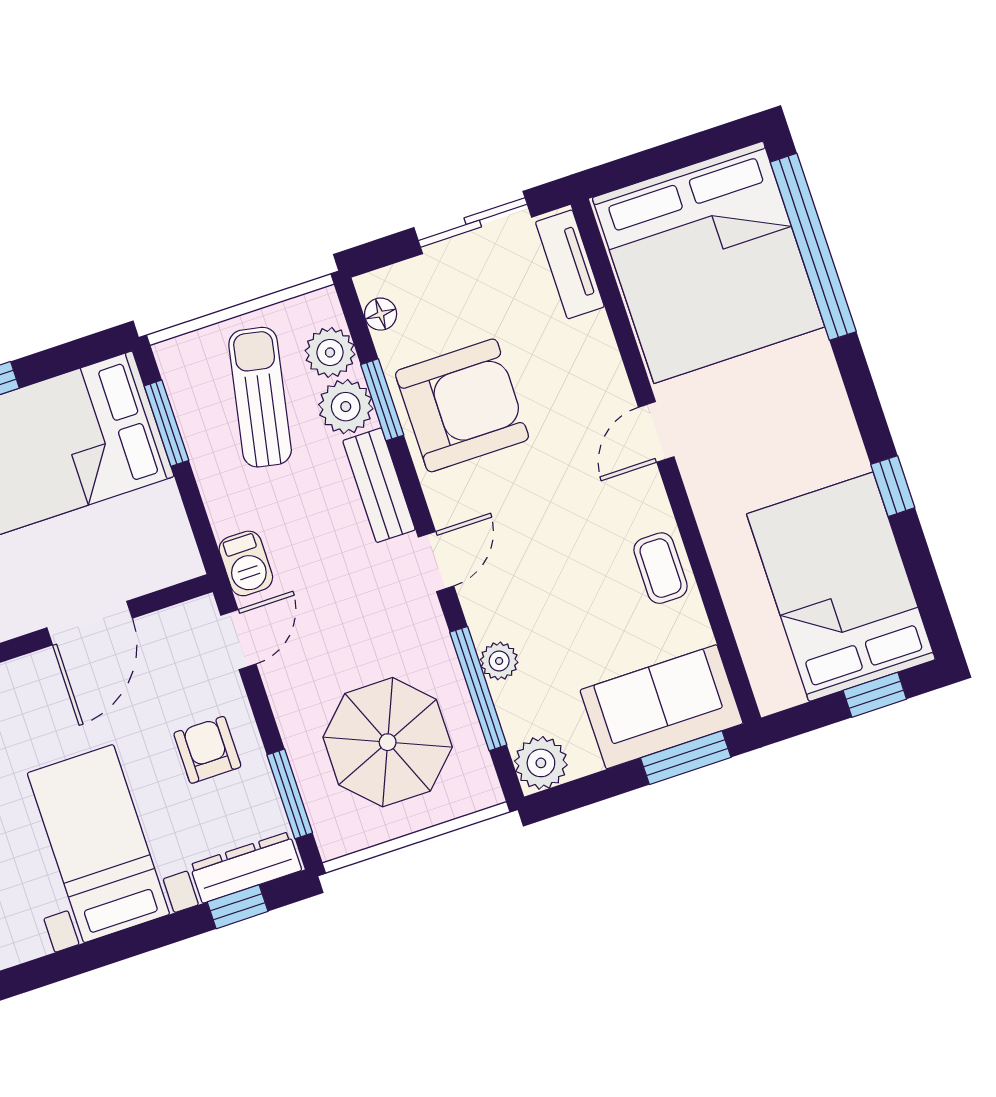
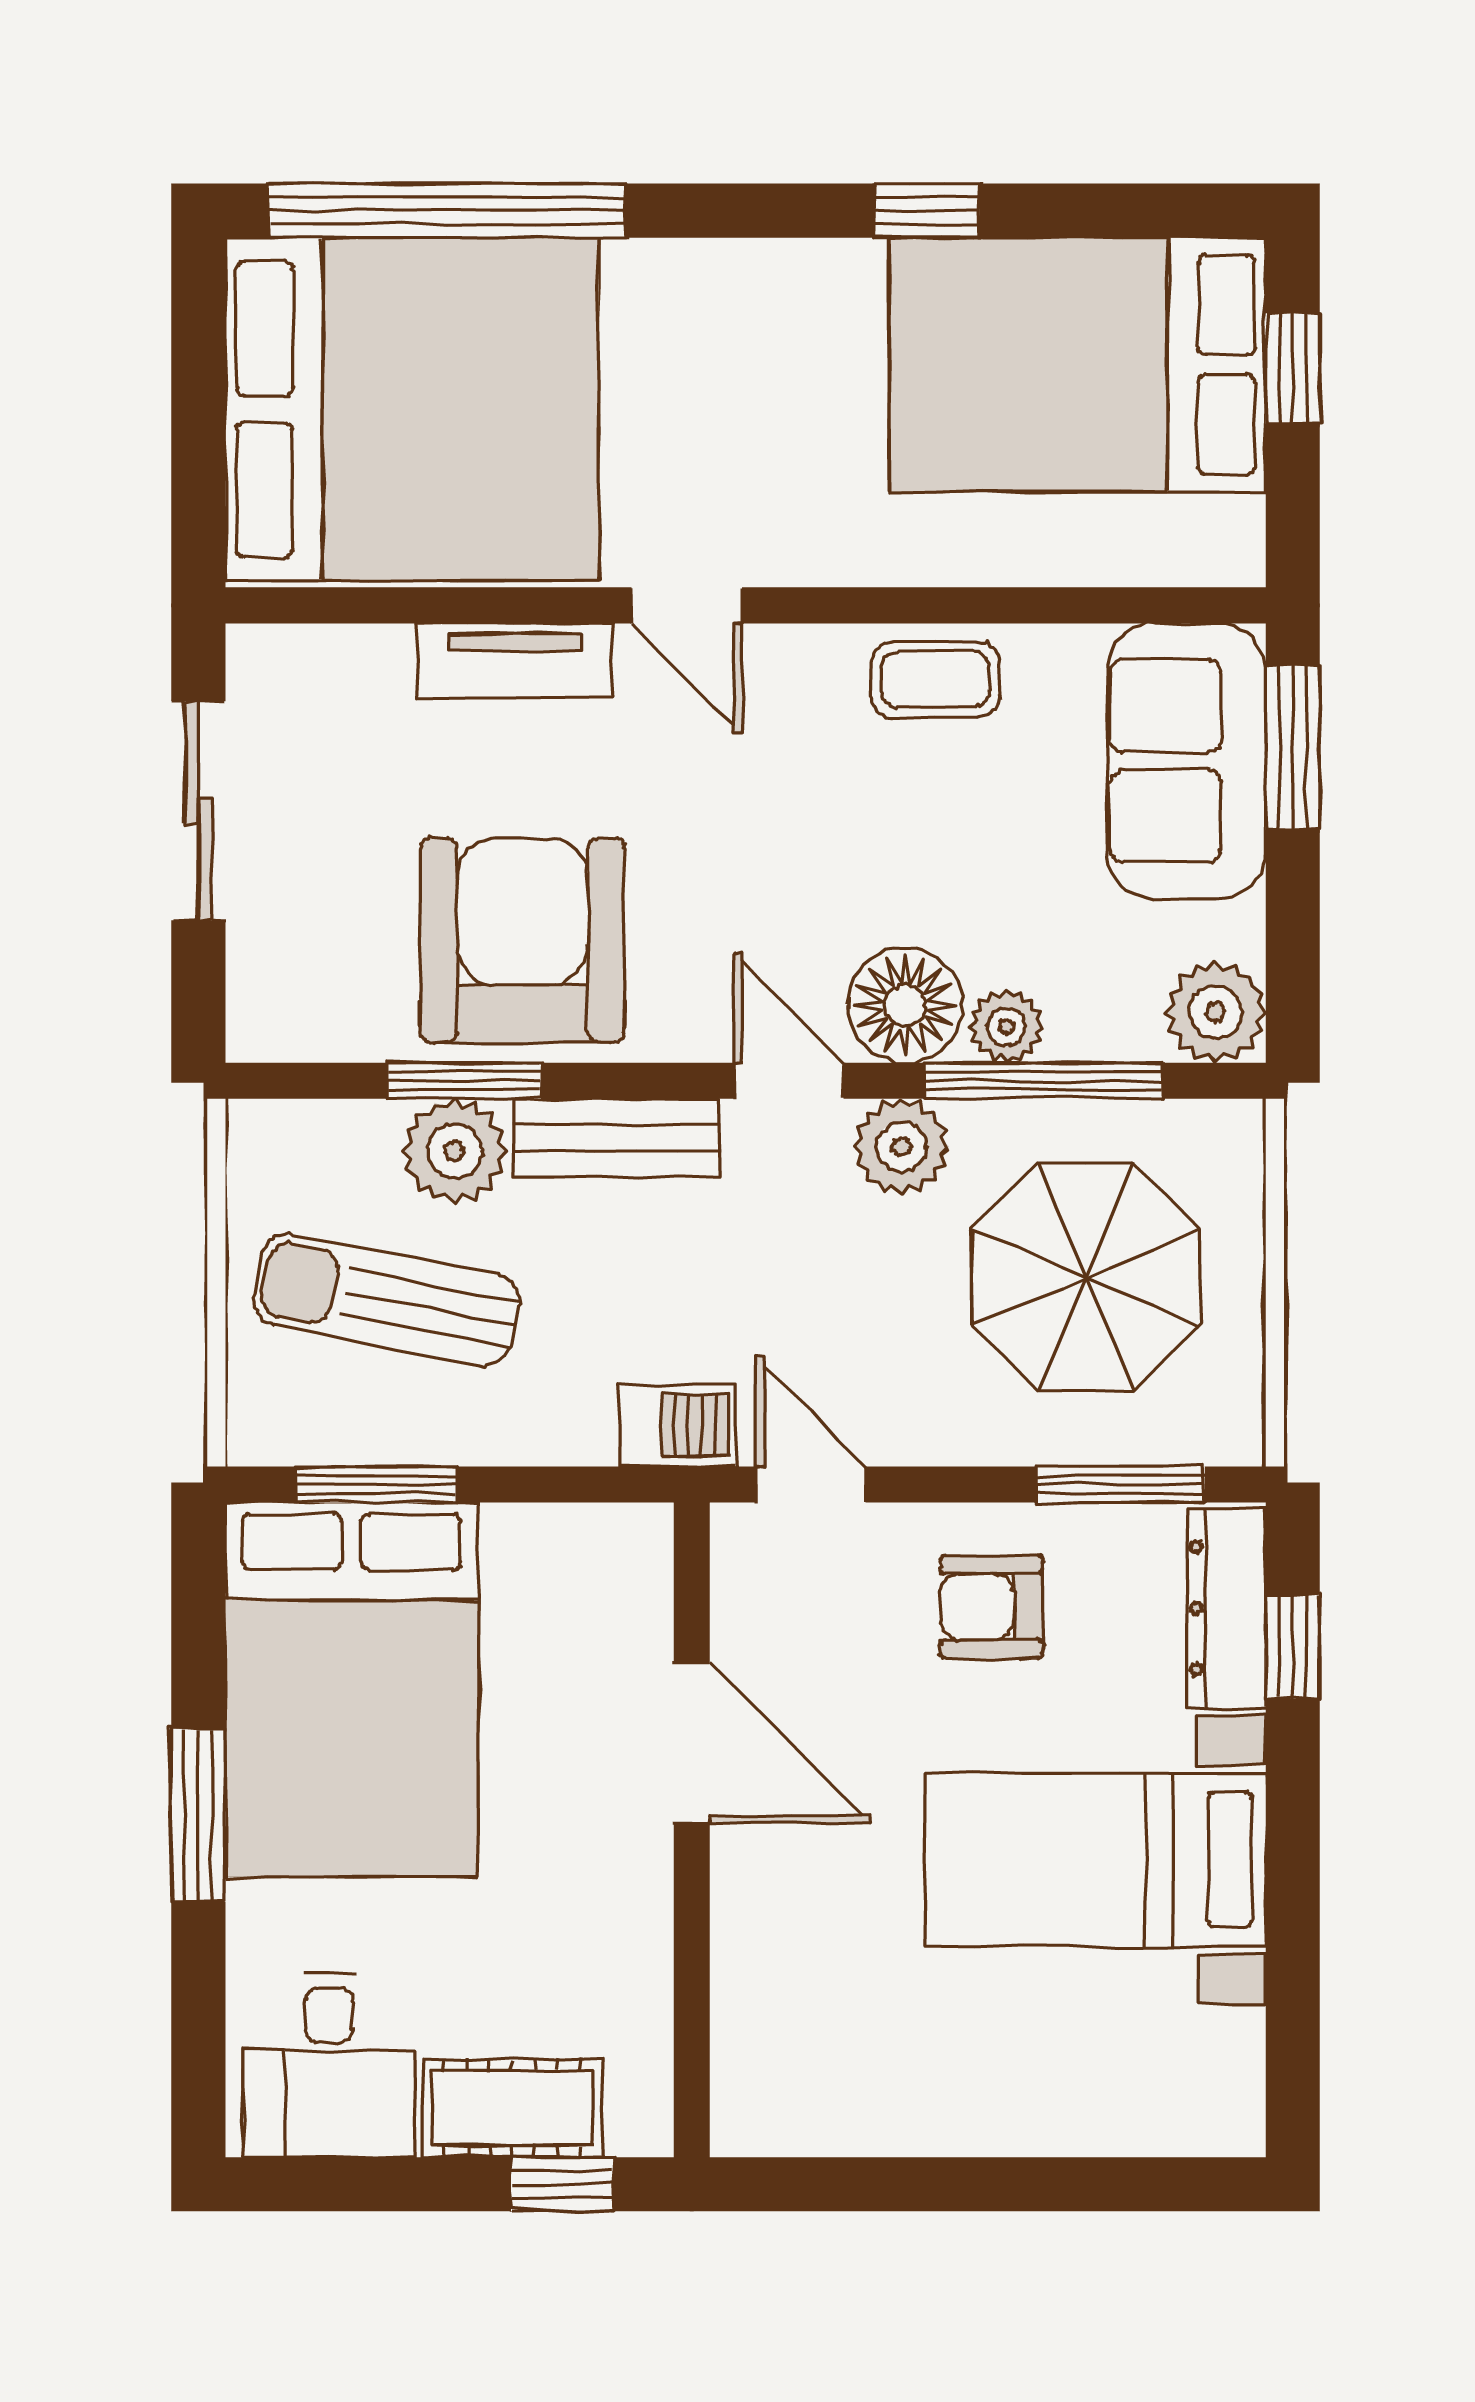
tv unit: (570, 264) -> (515, 661), moved
floor lamp: (381, 314) -> (905, 1005), moved, width x1.89, depth x1.89
plant: (330, 352) -> (901, 1147), moved

